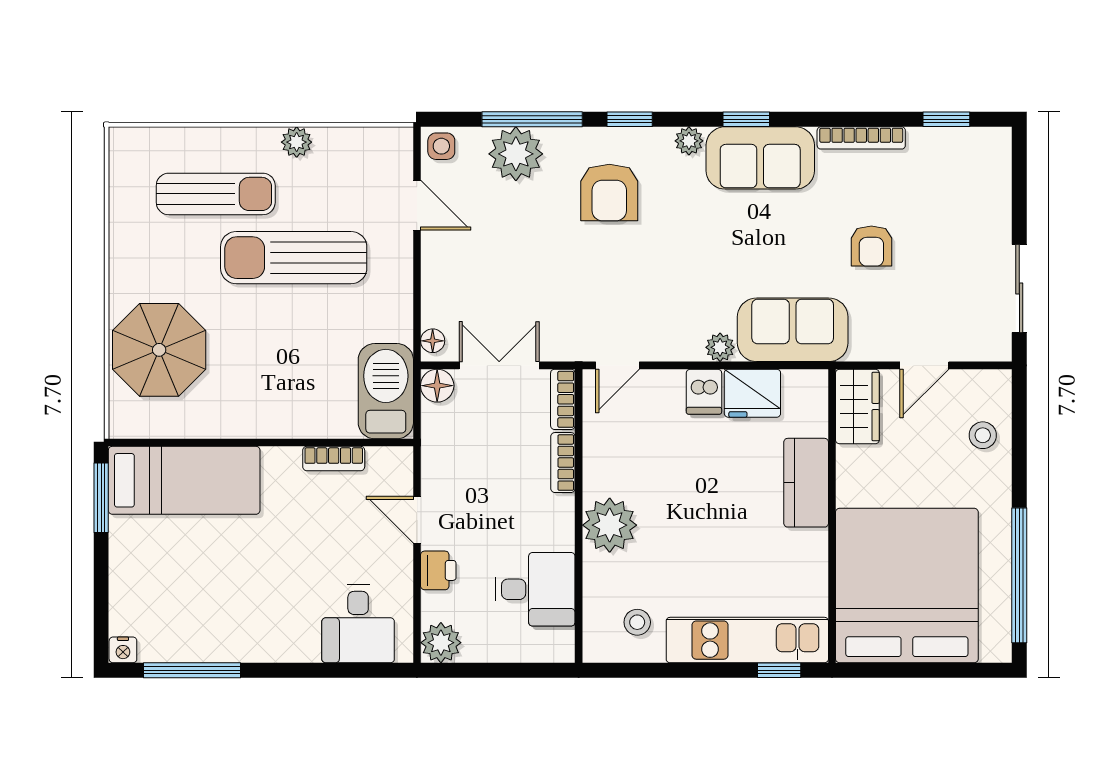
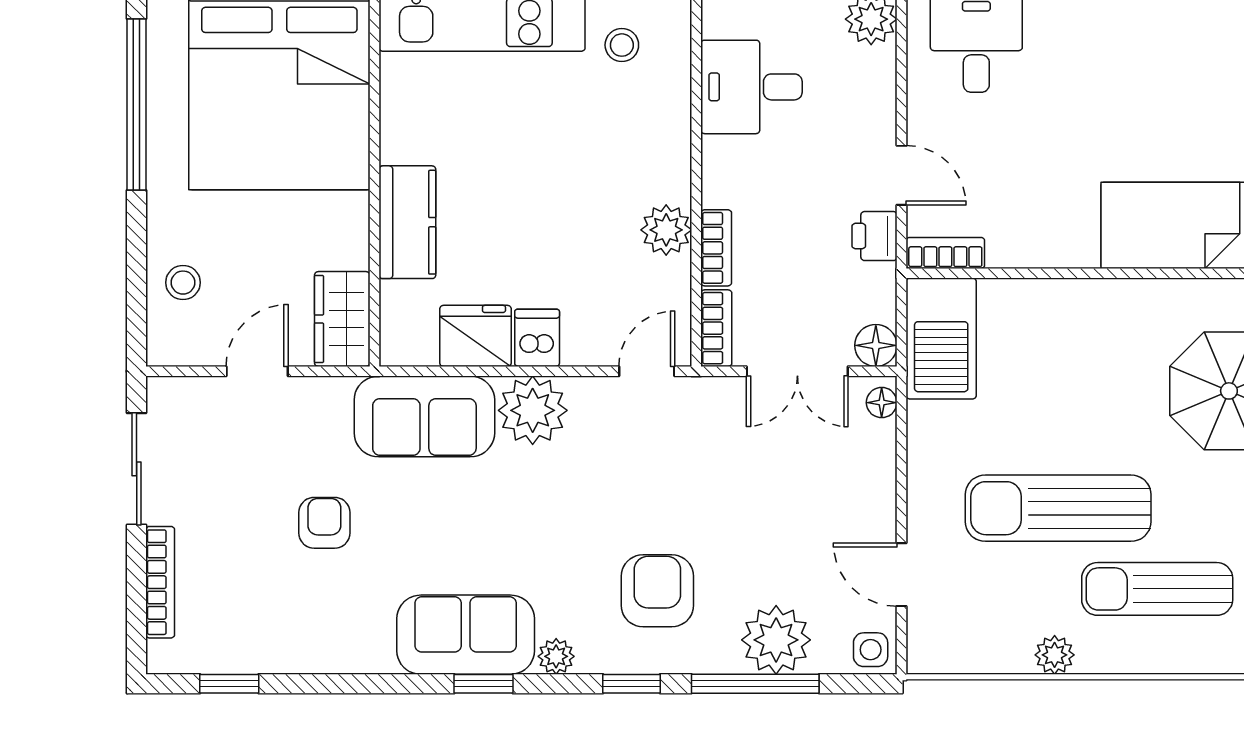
bookcase: (861, 138) -> (160, 582), moved, turned 90
sun lounger: (294, 258) -> (1058, 508), turned 180
plant: (720, 347) -> (533, 410), width x1.87, depth x1.87
bookcase: (334, 459) -> (945, 253), moved
plant: (610, 525) -> (666, 230), moved, width x0.73, depth x0.73
printer: (438, 570) -> (874, 236), moved

